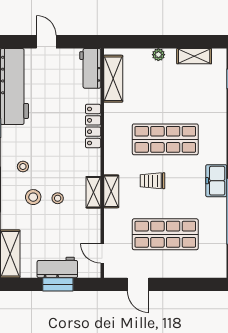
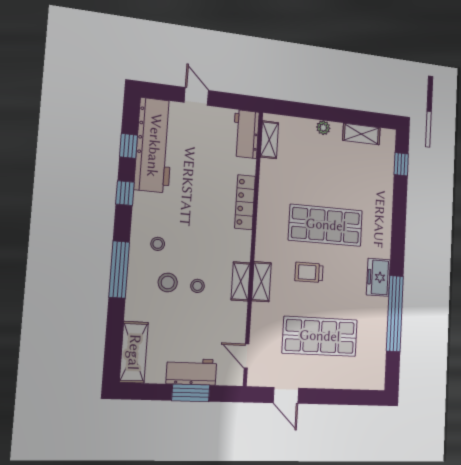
shelving: (113, 79) -> (269, 140), width x0.67, depth x0.75

